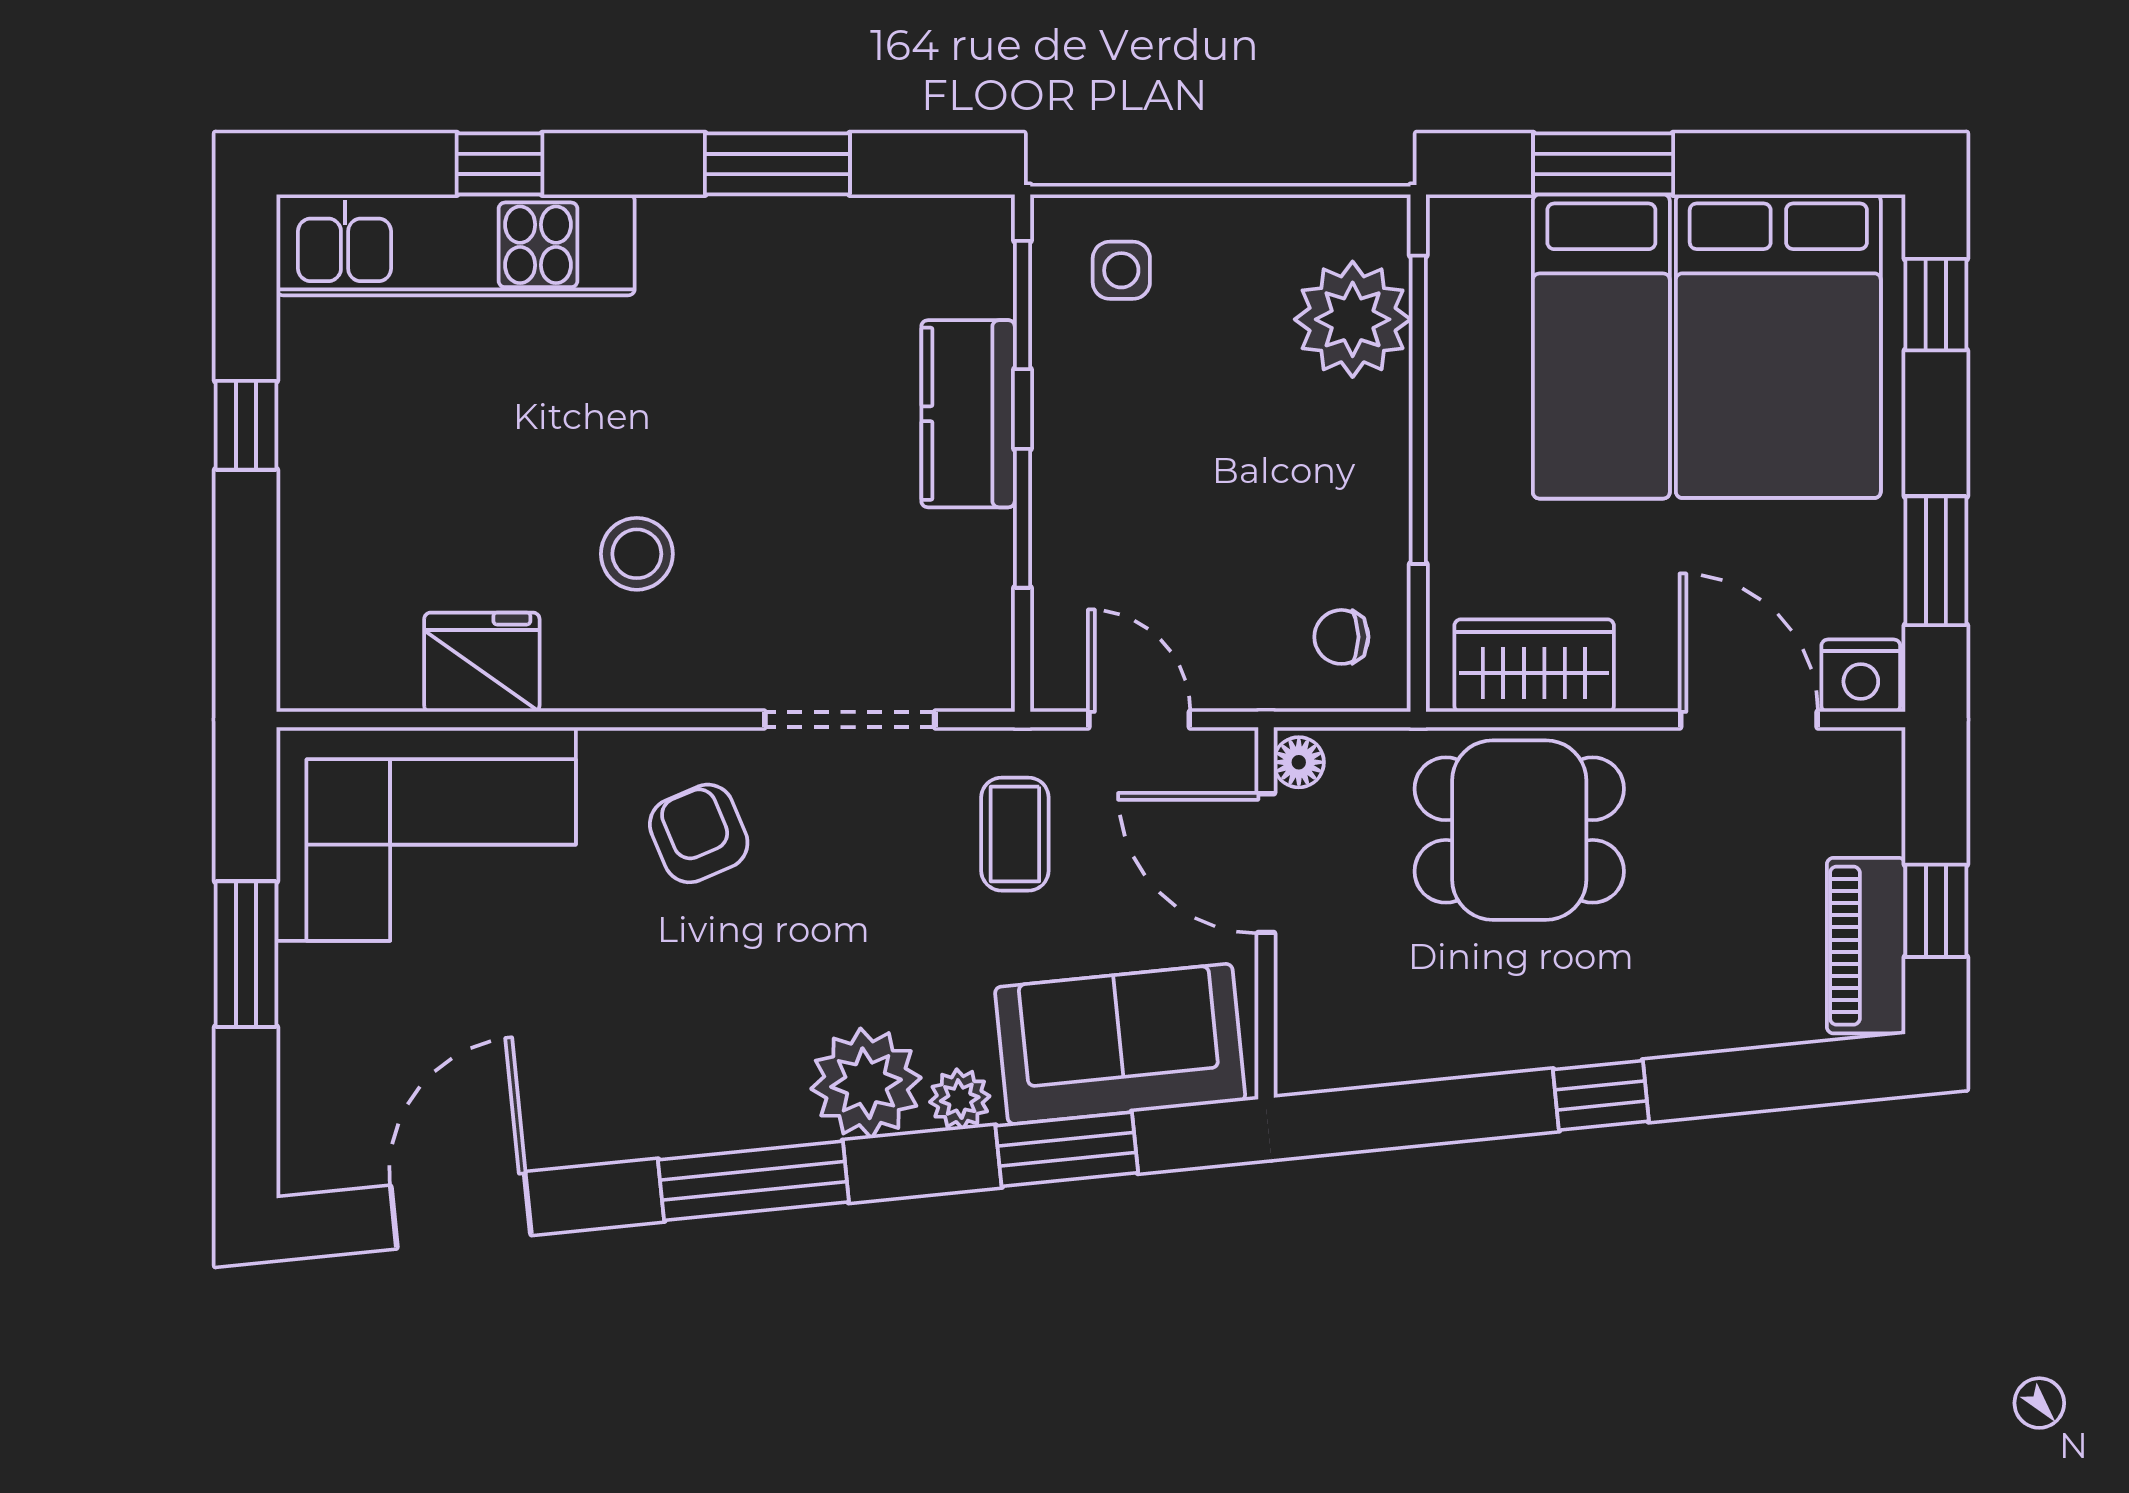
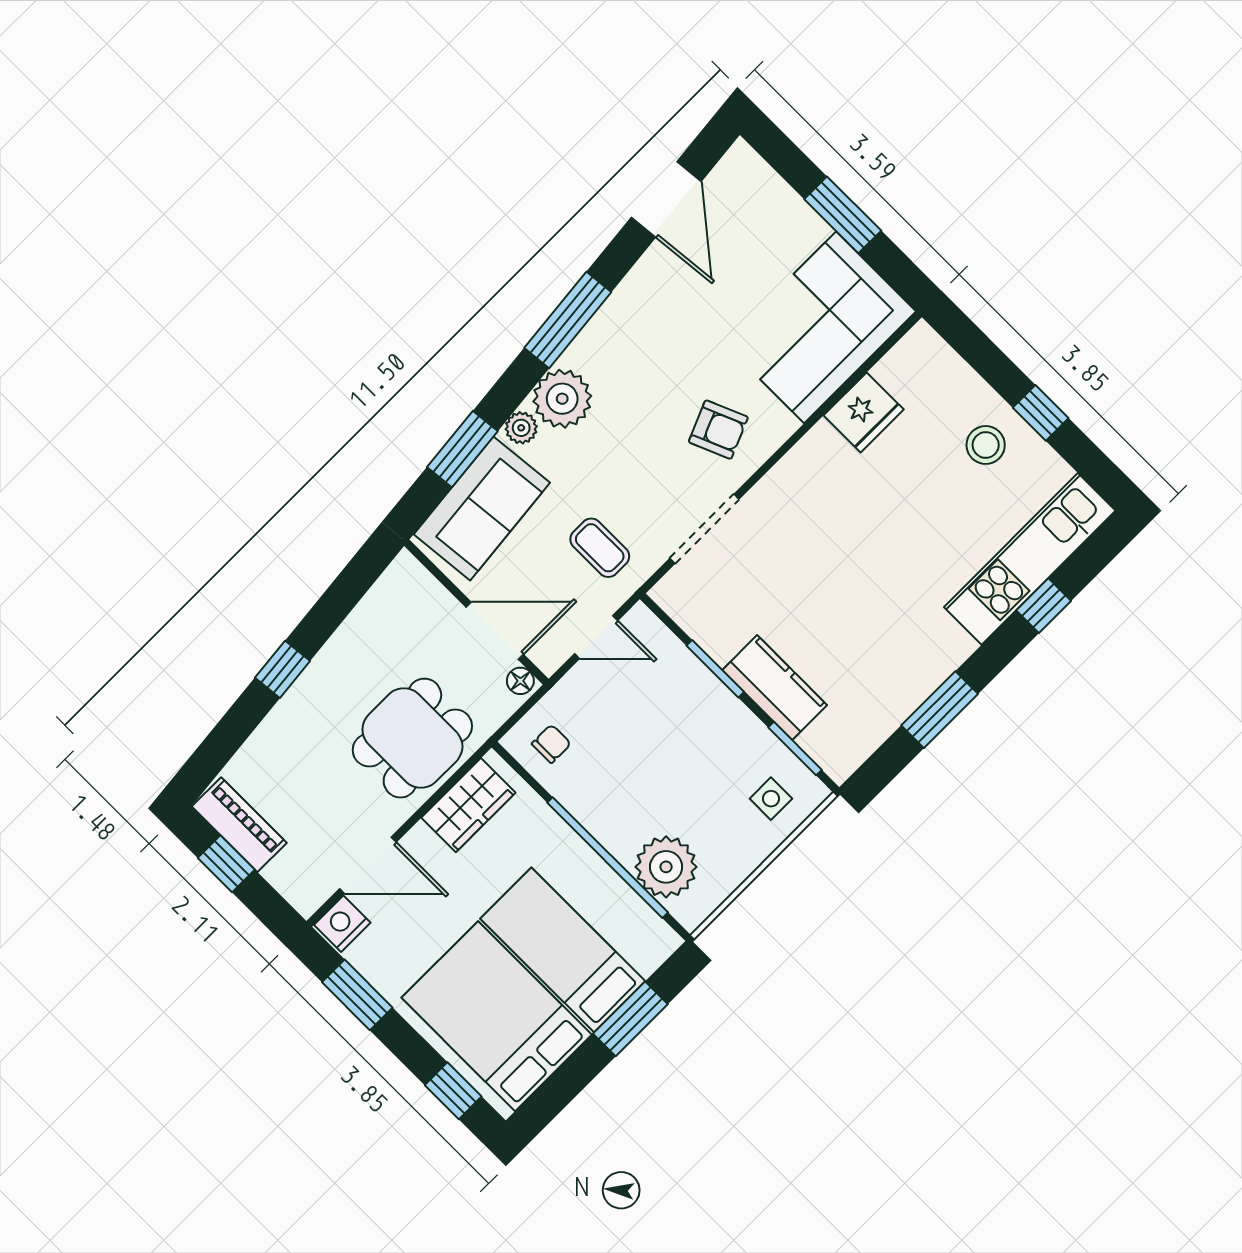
stool: (637, 554) -> (986, 445), moved

